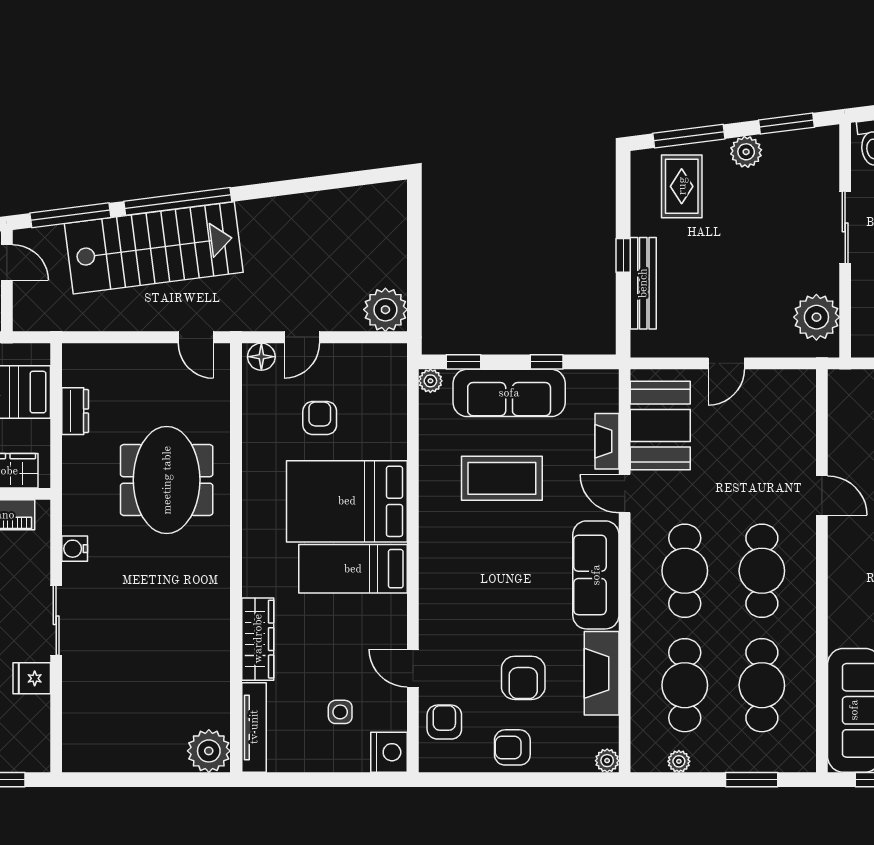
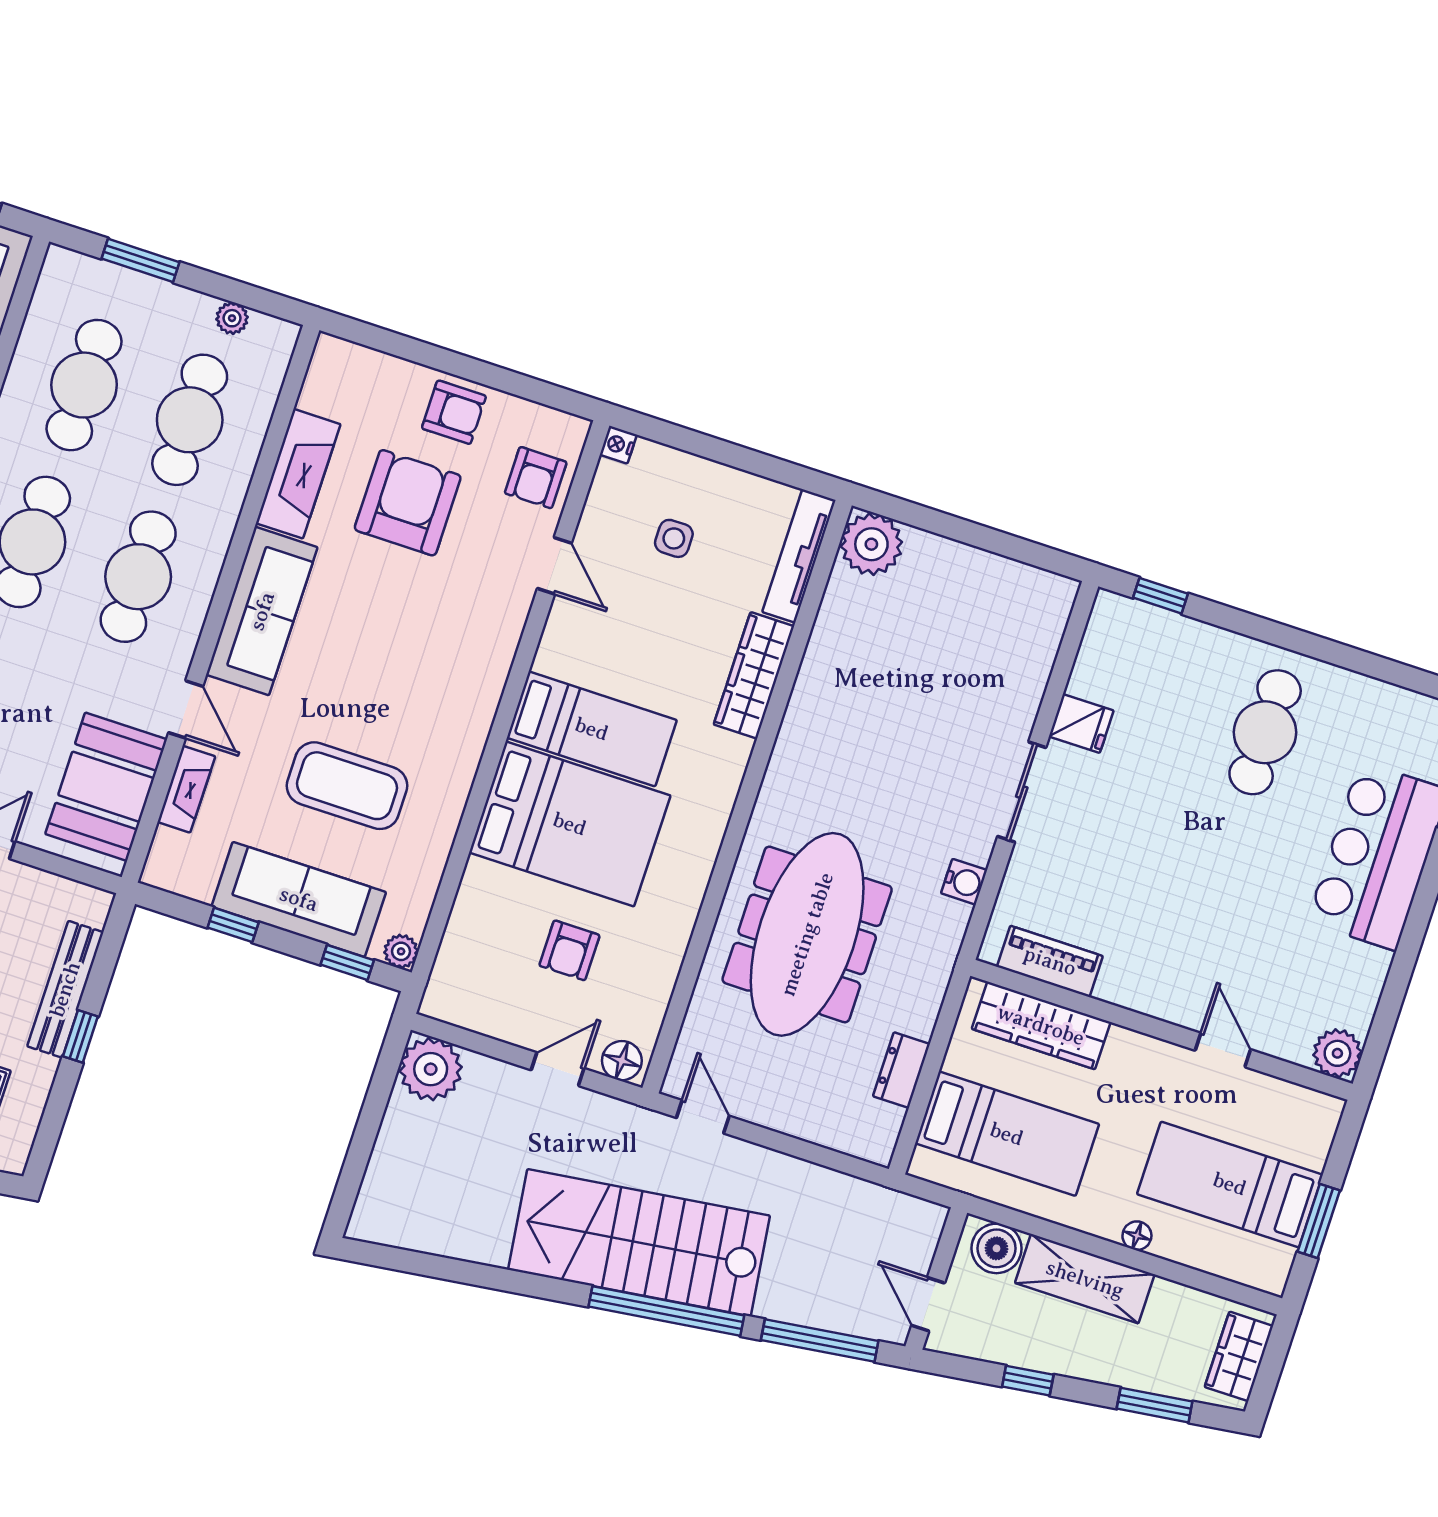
stairs: (154, 248) -> (639, 1243), moved
meeting table: (167, 480) -> (807, 934), width x1.36
armchair: (523, 678) -> (408, 503), width x1.36, depth x1.36
nightstand: (389, 752) -> (618, 445), width x0.53, depth x0.56
plant: (607, 761) -> (330, 352), removed

